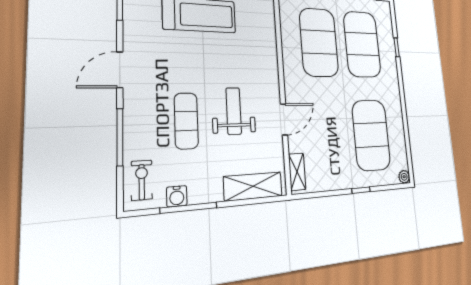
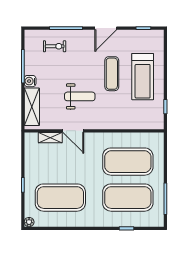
door: (120, 70) -> (106, 28), swing flipped
exercise mat: (186, 121) -> (112, 74), moved, turned 90
shelving: (297, 172) -> (50, 138), moved
exercise bike: (142, 180) -> (55, 46), moved
water cooler: (177, 196) -> (30, 81), moved

